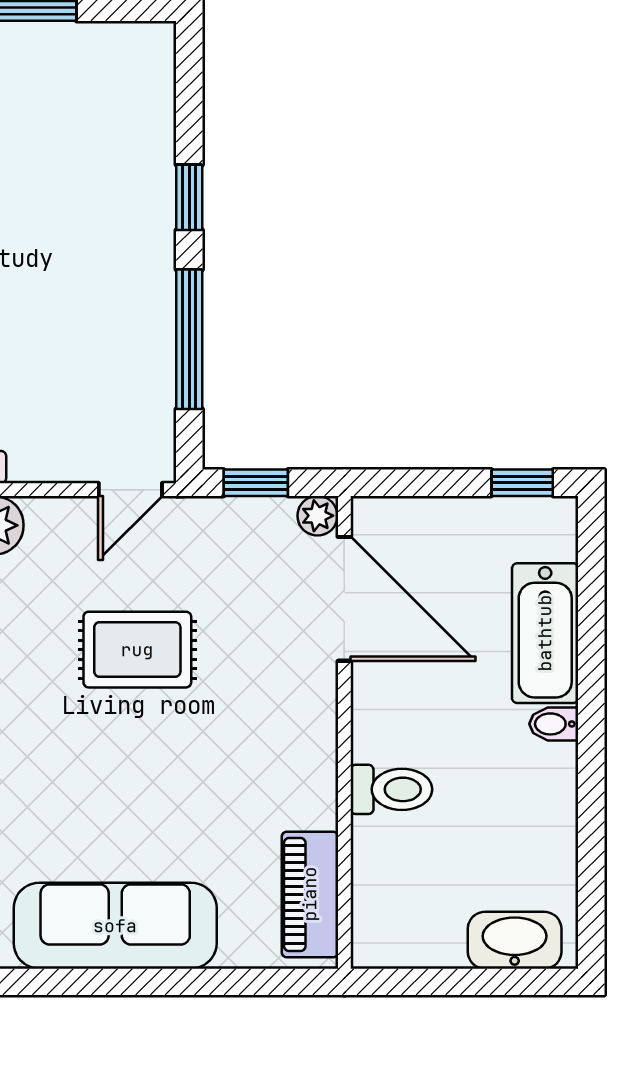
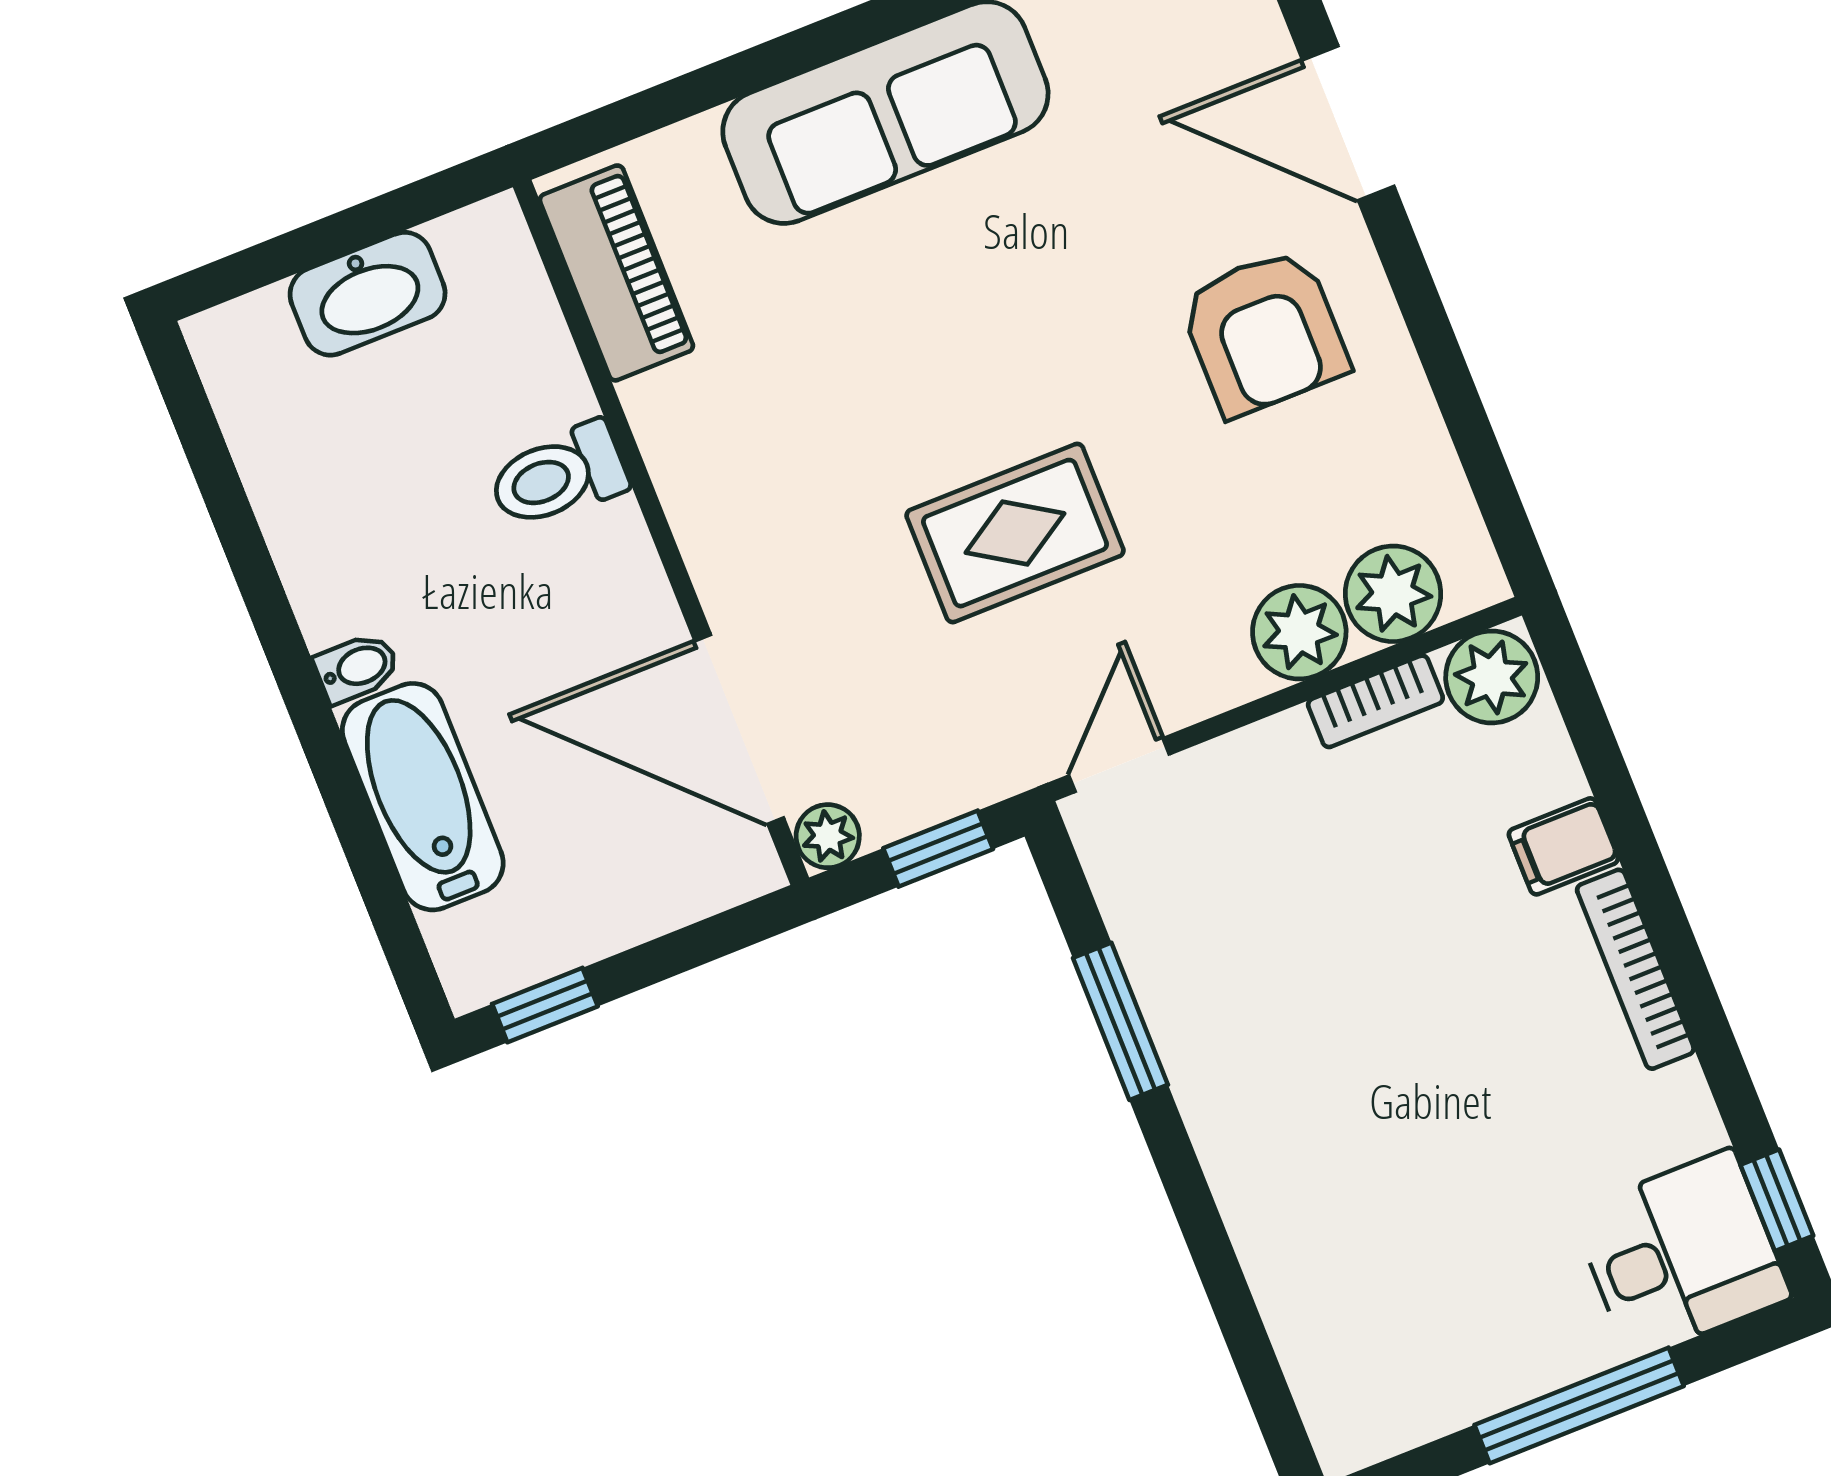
window: (189, 197) -> (1204, 1231), removed
window: (189, 339) -> (1120, 1021), width x0.69
washbasin: (515, 940) -> (368, 294), moved

